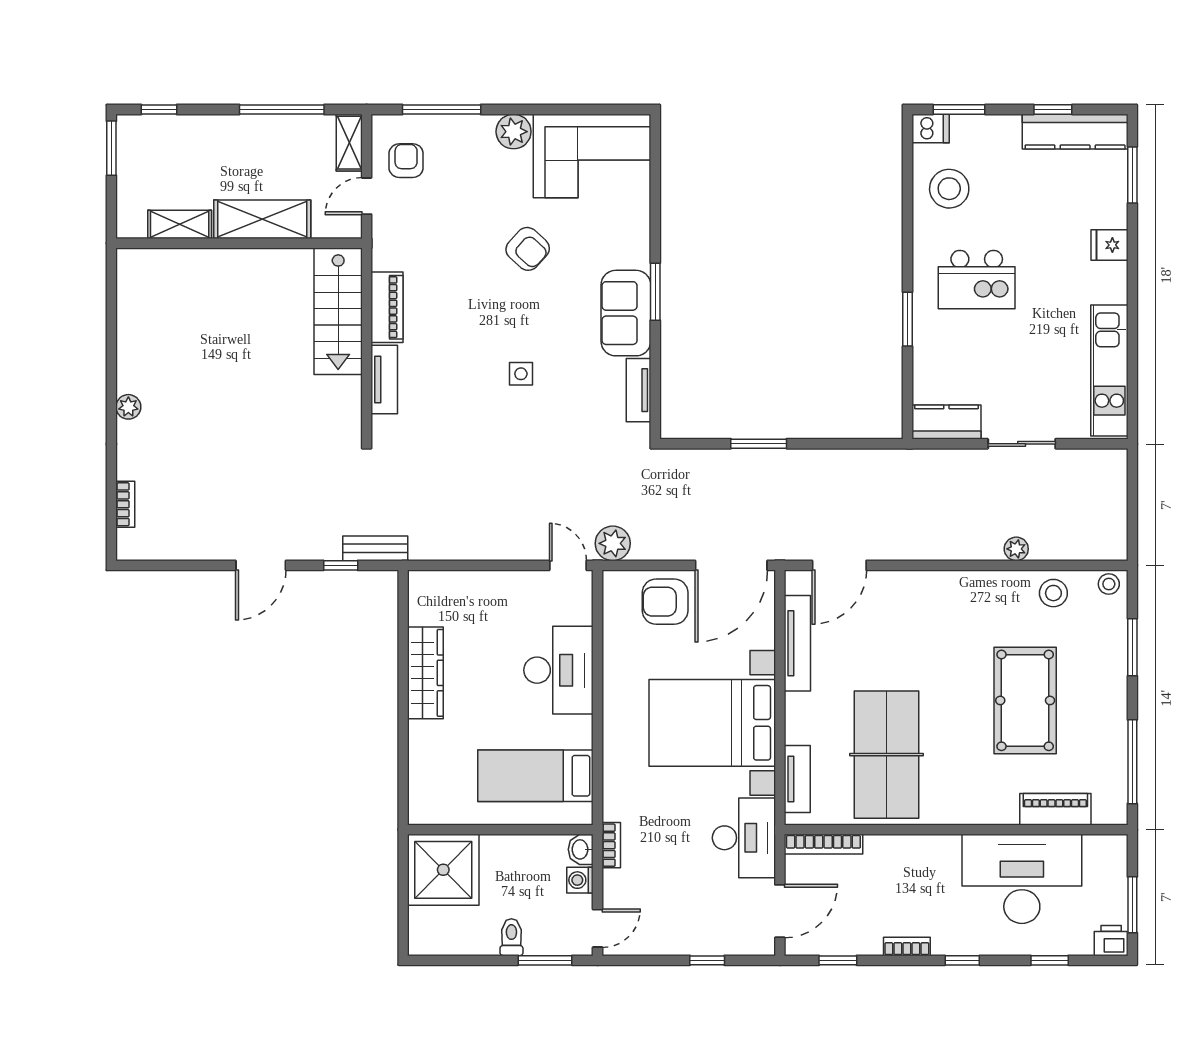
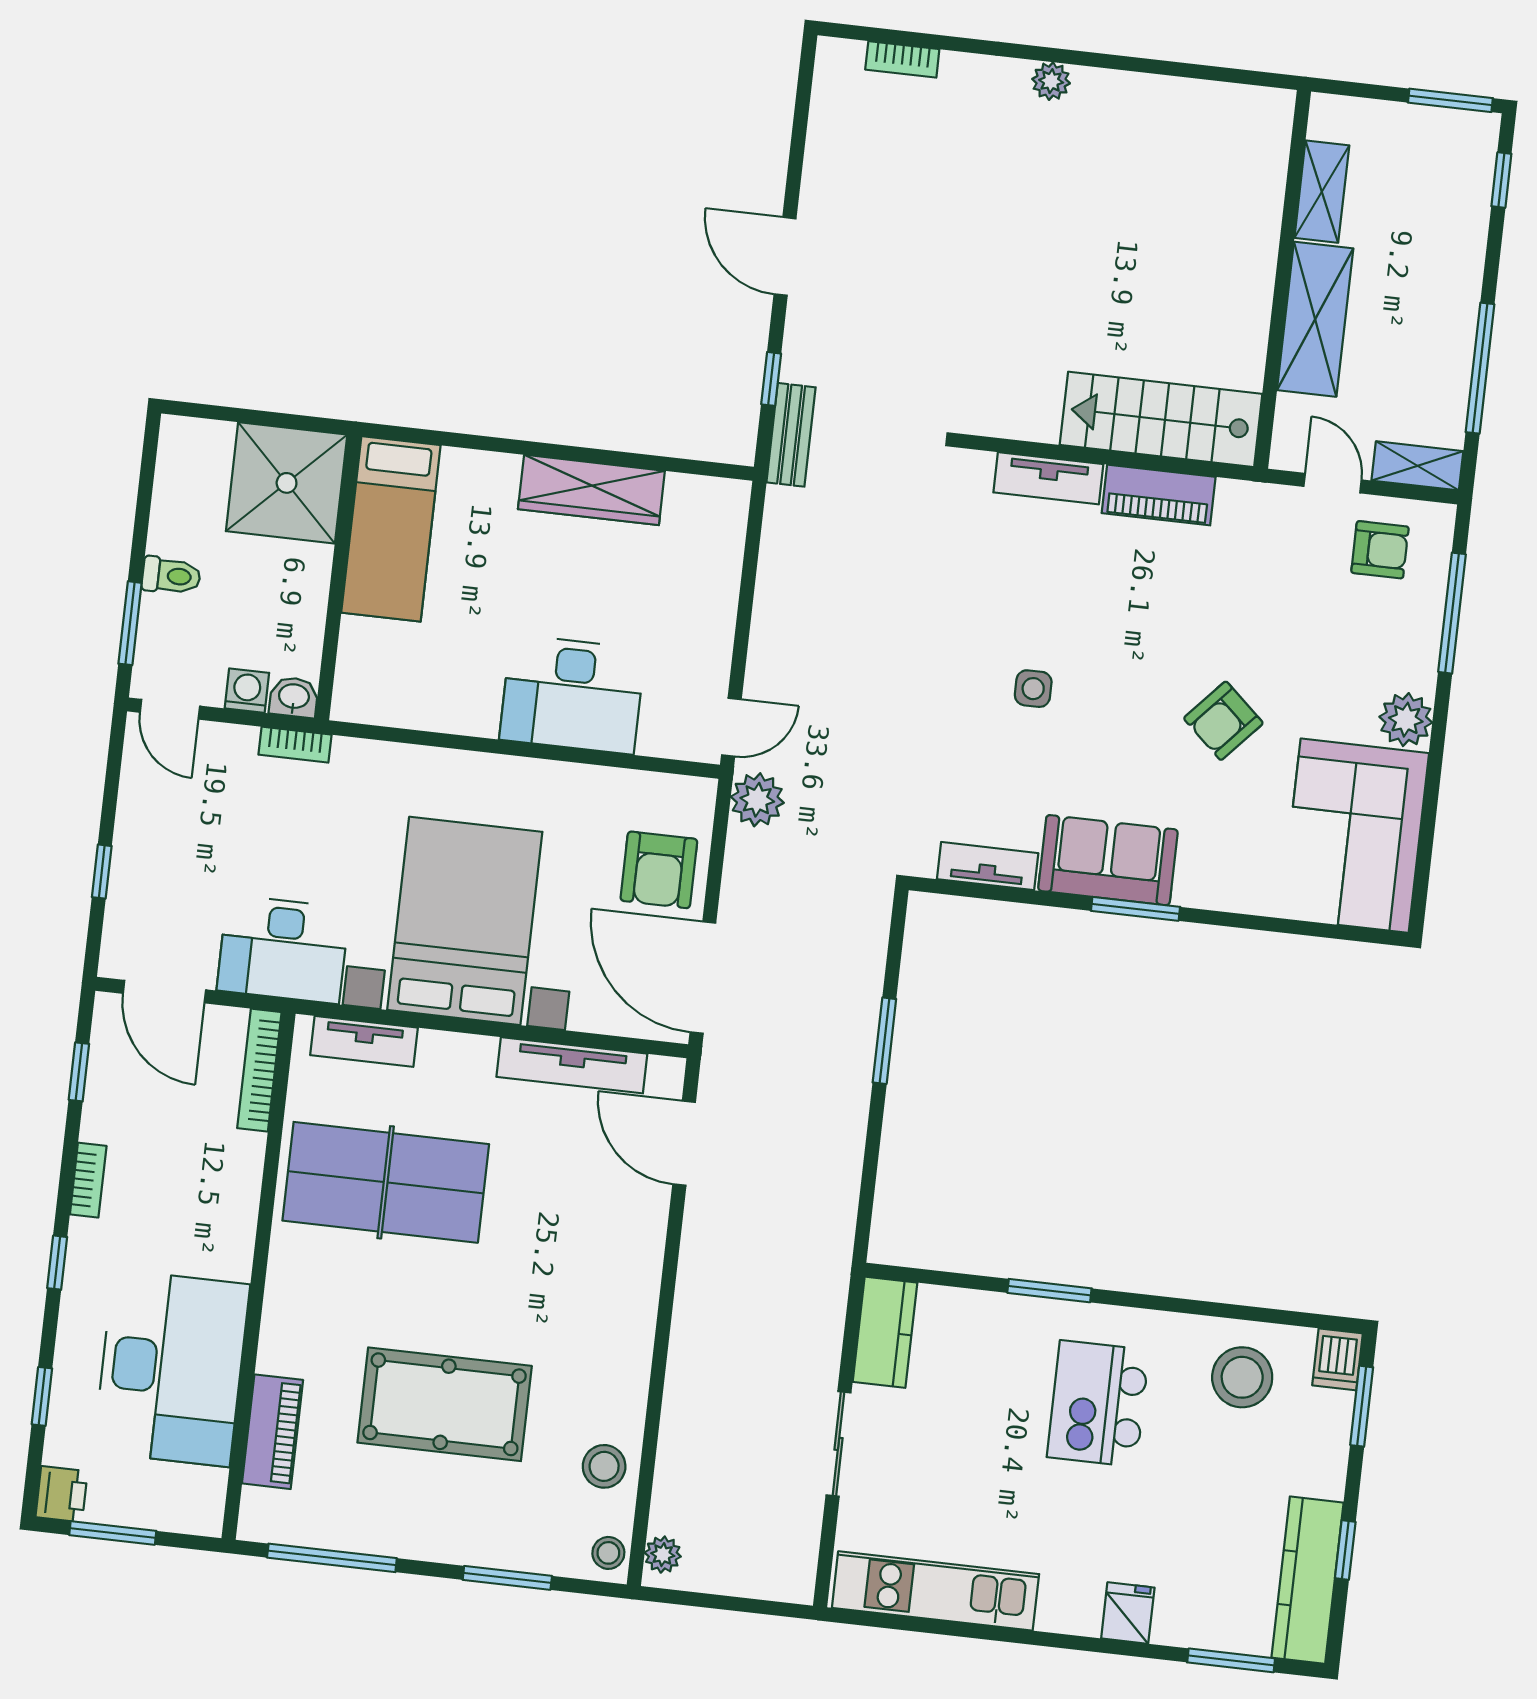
plant: (1016, 549) -> (663, 1555), moved
armchair: (665, 602) -> (659, 870), turned 180
bed: (535, 776) -> (391, 529), moved, turned 180

